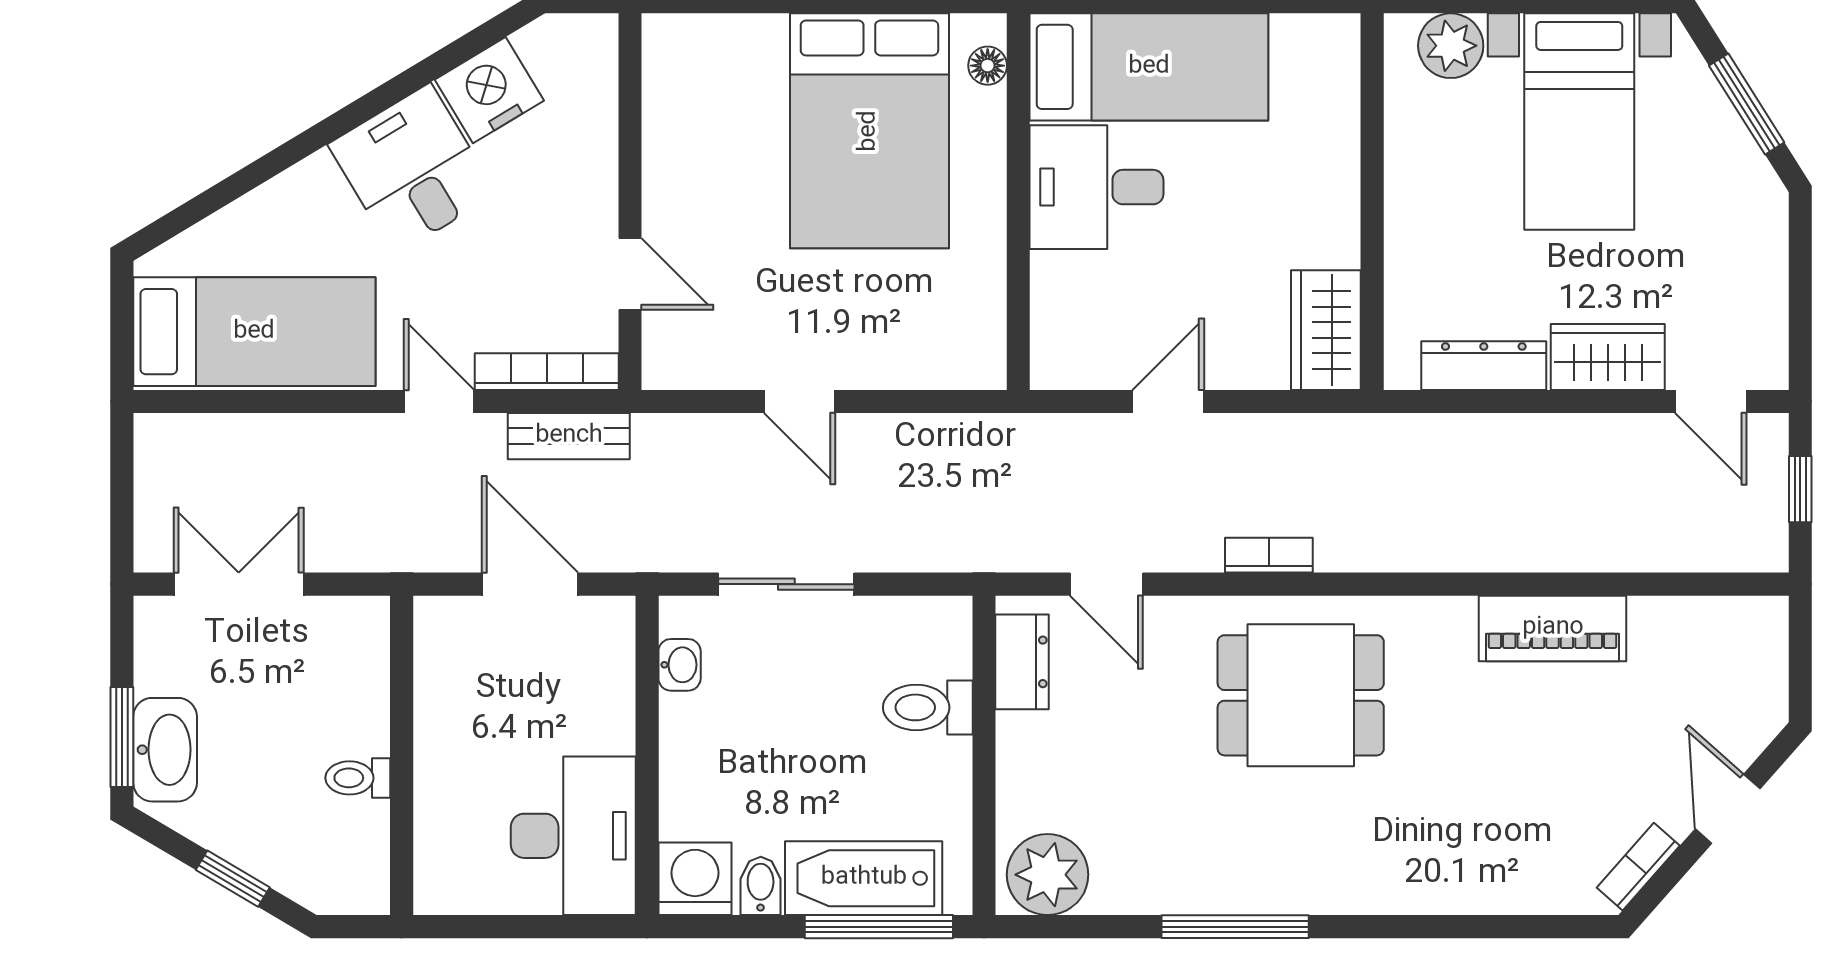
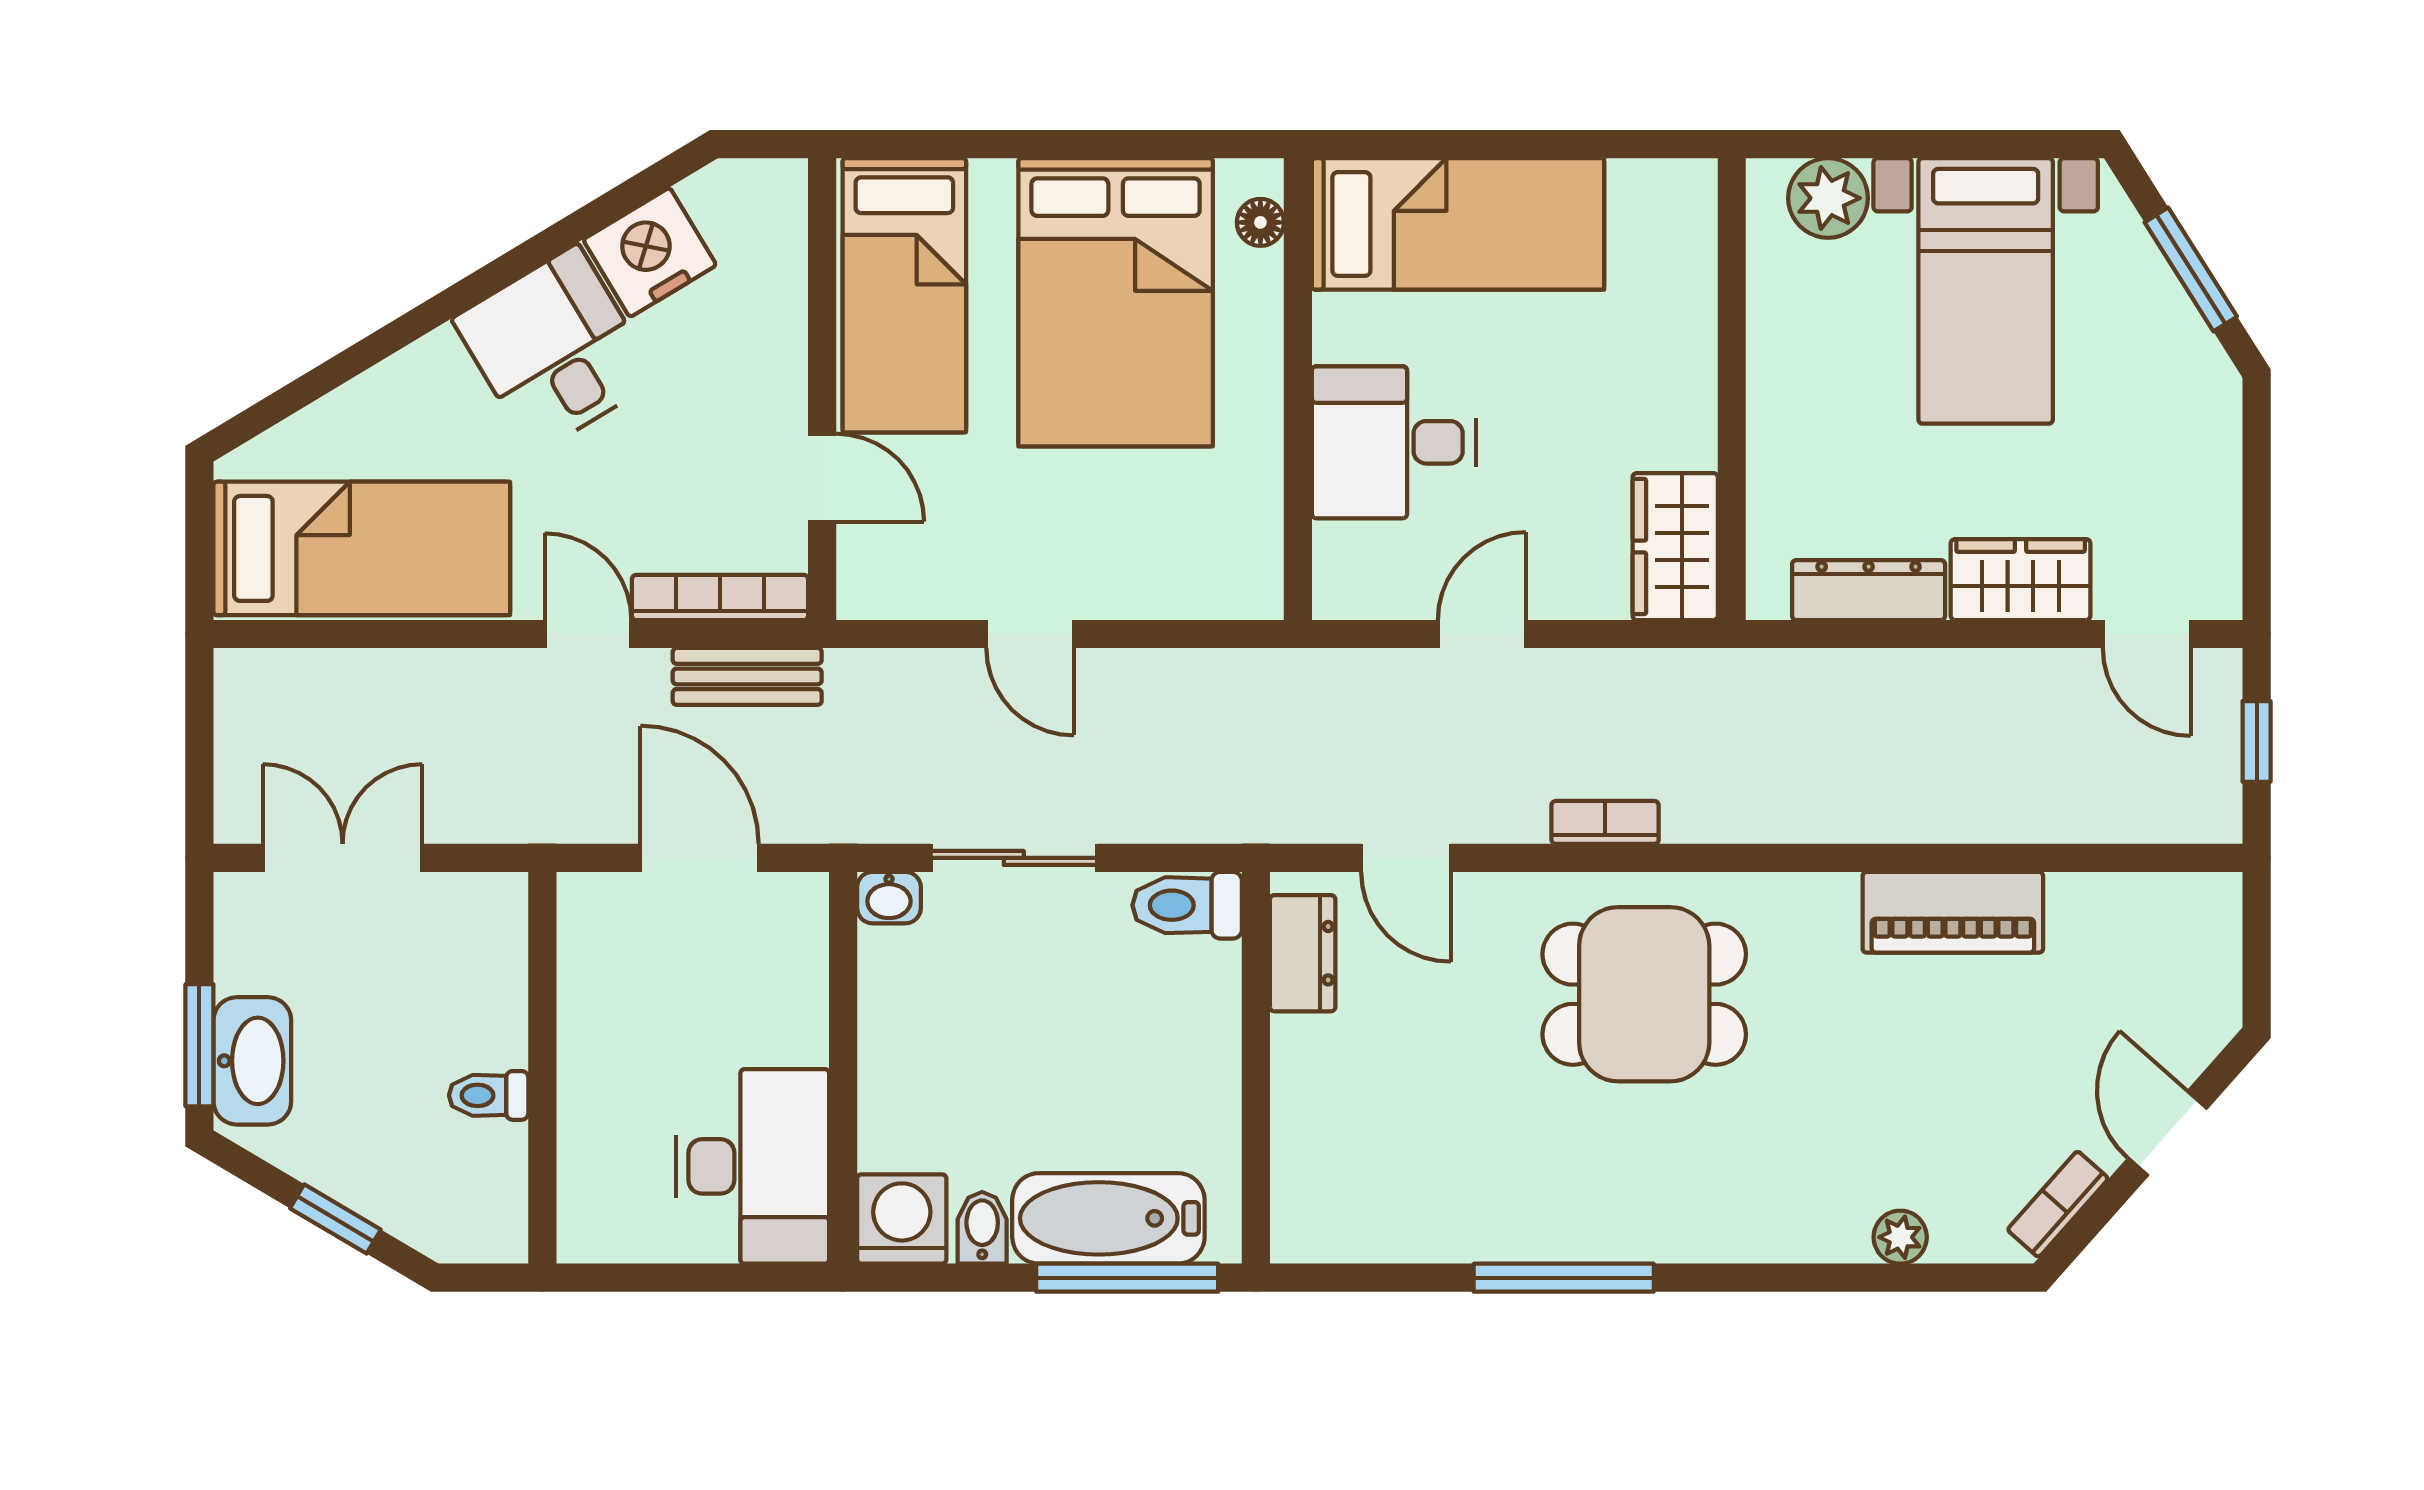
bed: (697, 125) -> (904, 295), added
desk: (1096, 187) -> (1394, 442), moved
washbasin: (680, 665) -> (889, 898), moved, turned 90
toilet: (928, 707) -> (1187, 905), moved
plant: (1048, 875) -> (1900, 1237), moved, width x0.53, depth x0.53

